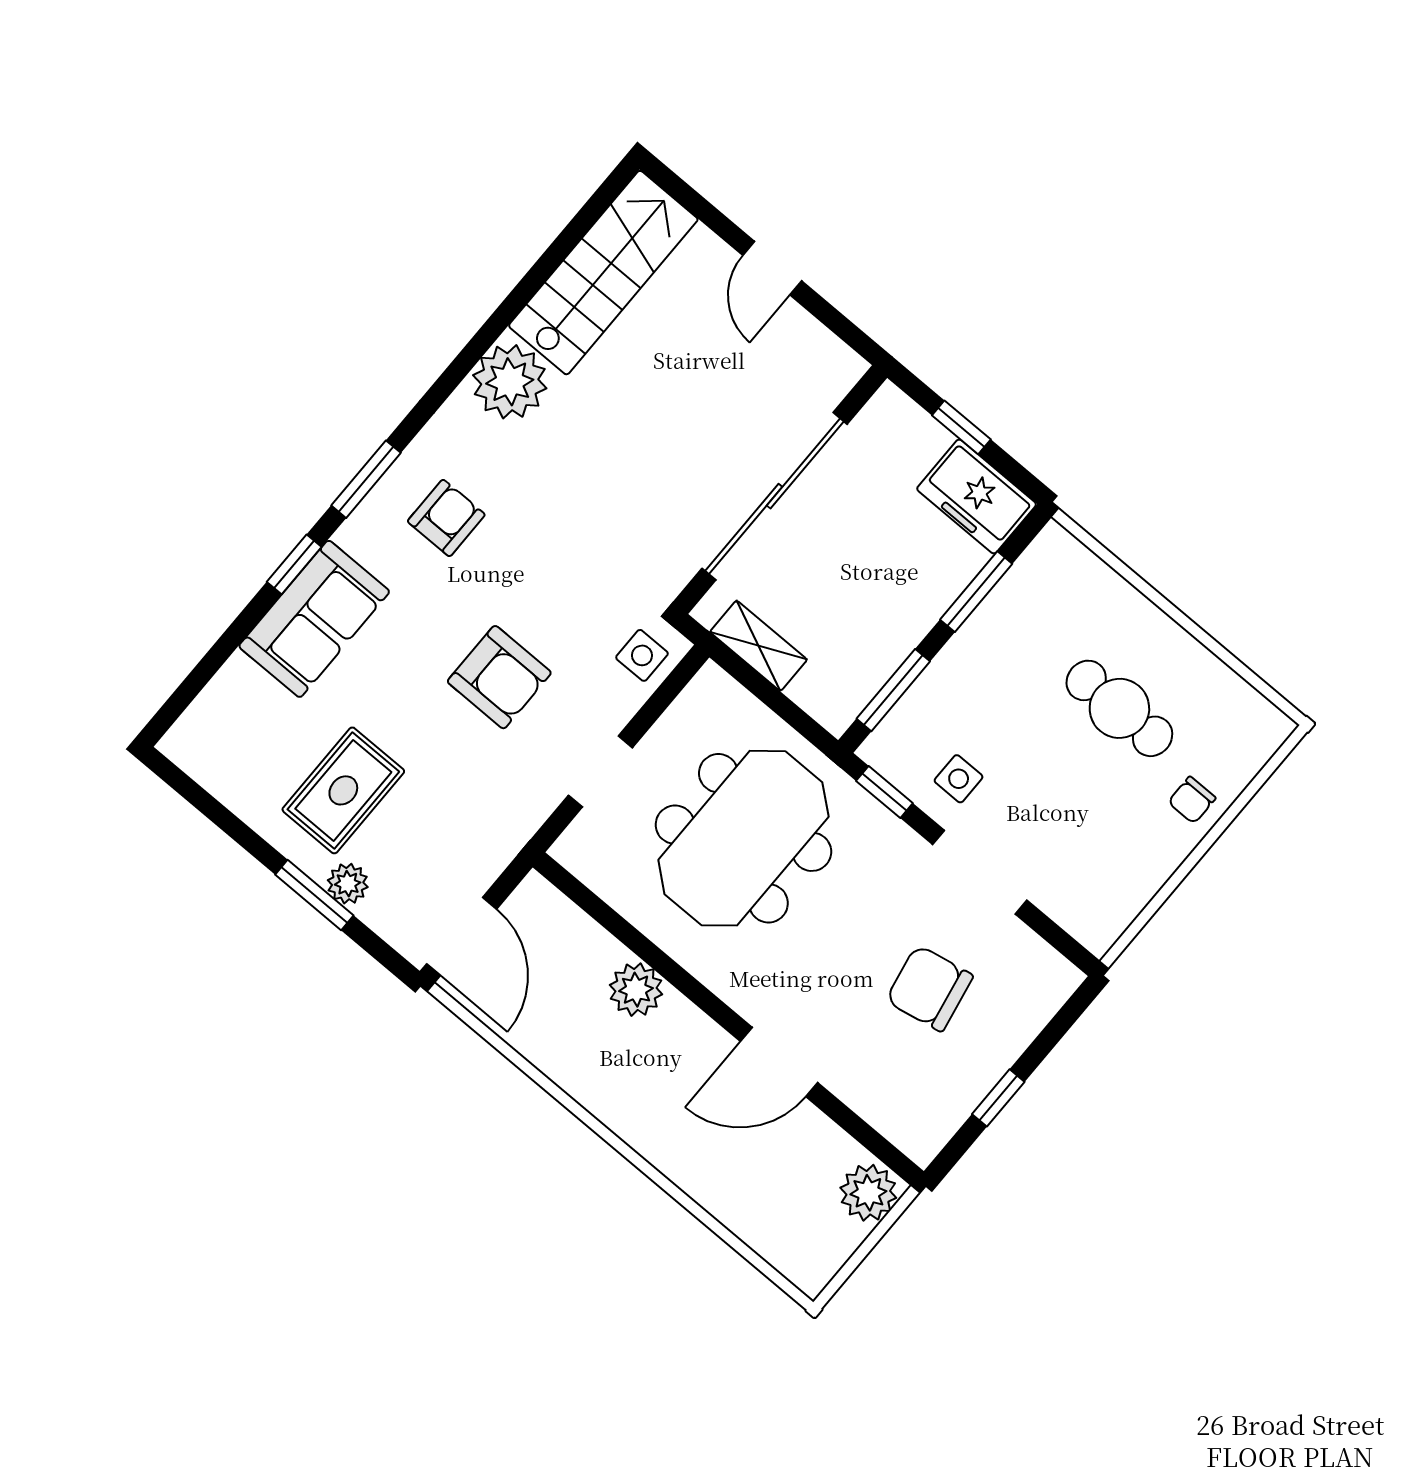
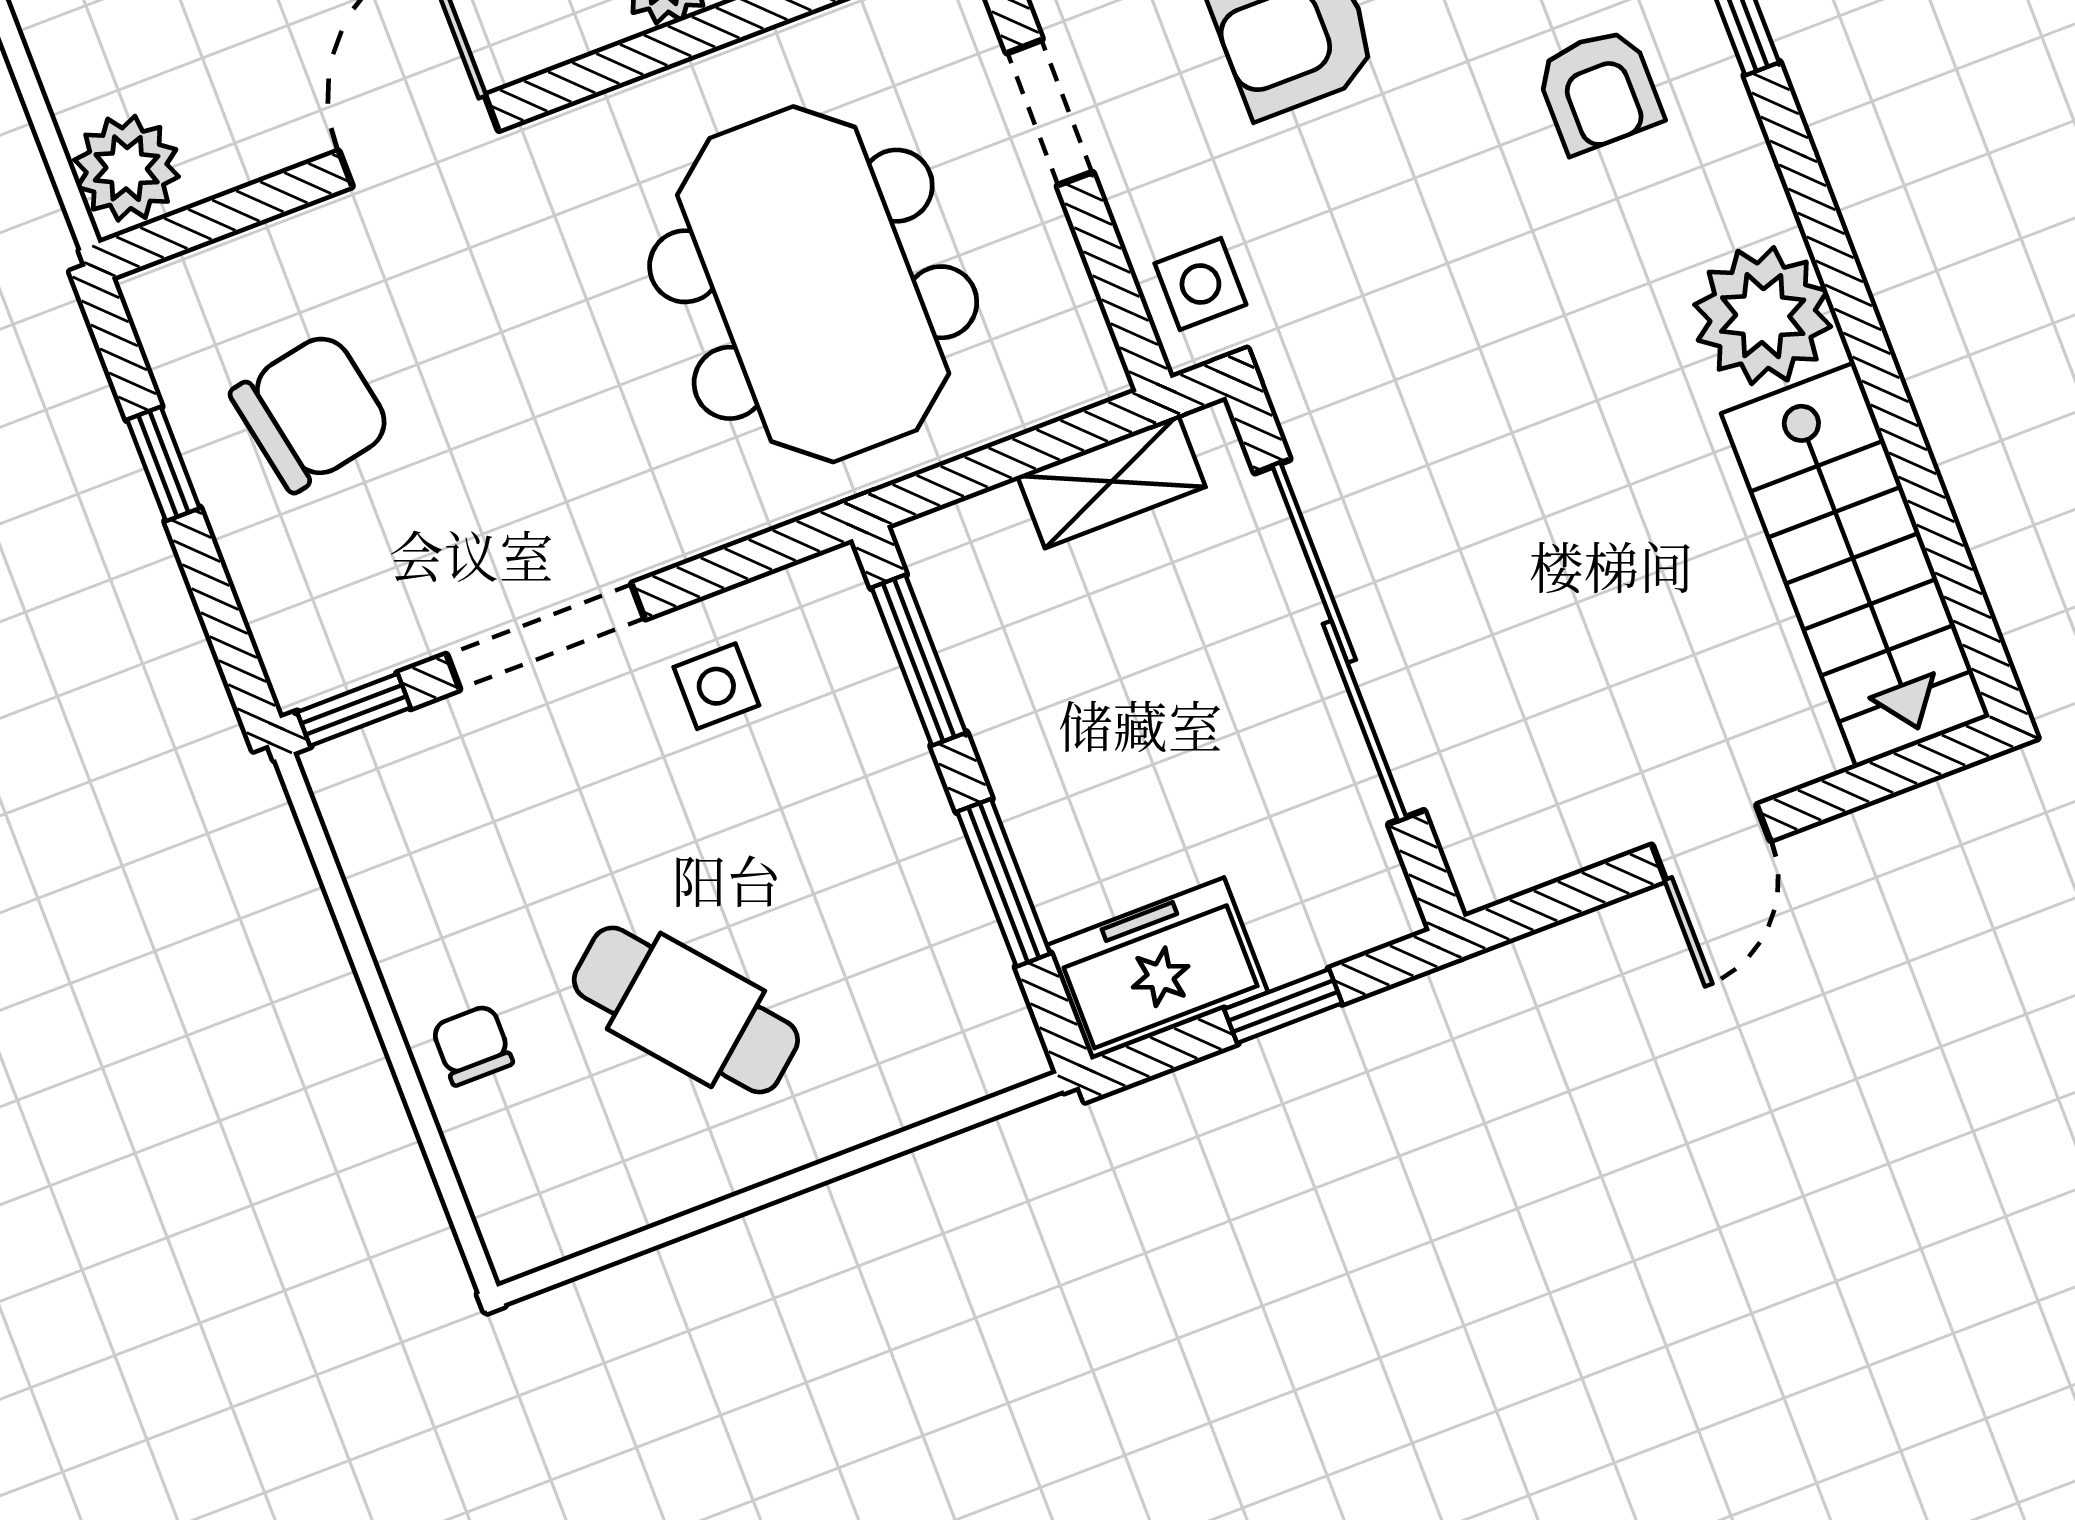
door: (772, 268) -> (1711, 843), swing flipped
cafe table: (1119, 708) -> (686, 1010), turned 50
window: (884, 792) -> (354, 710), moved
chair: (929, 988) -> (311, 412), moved

